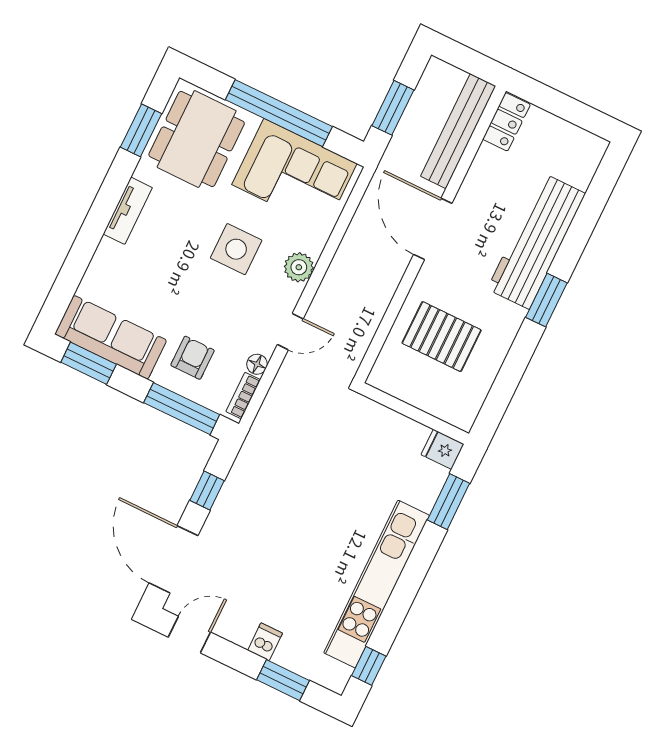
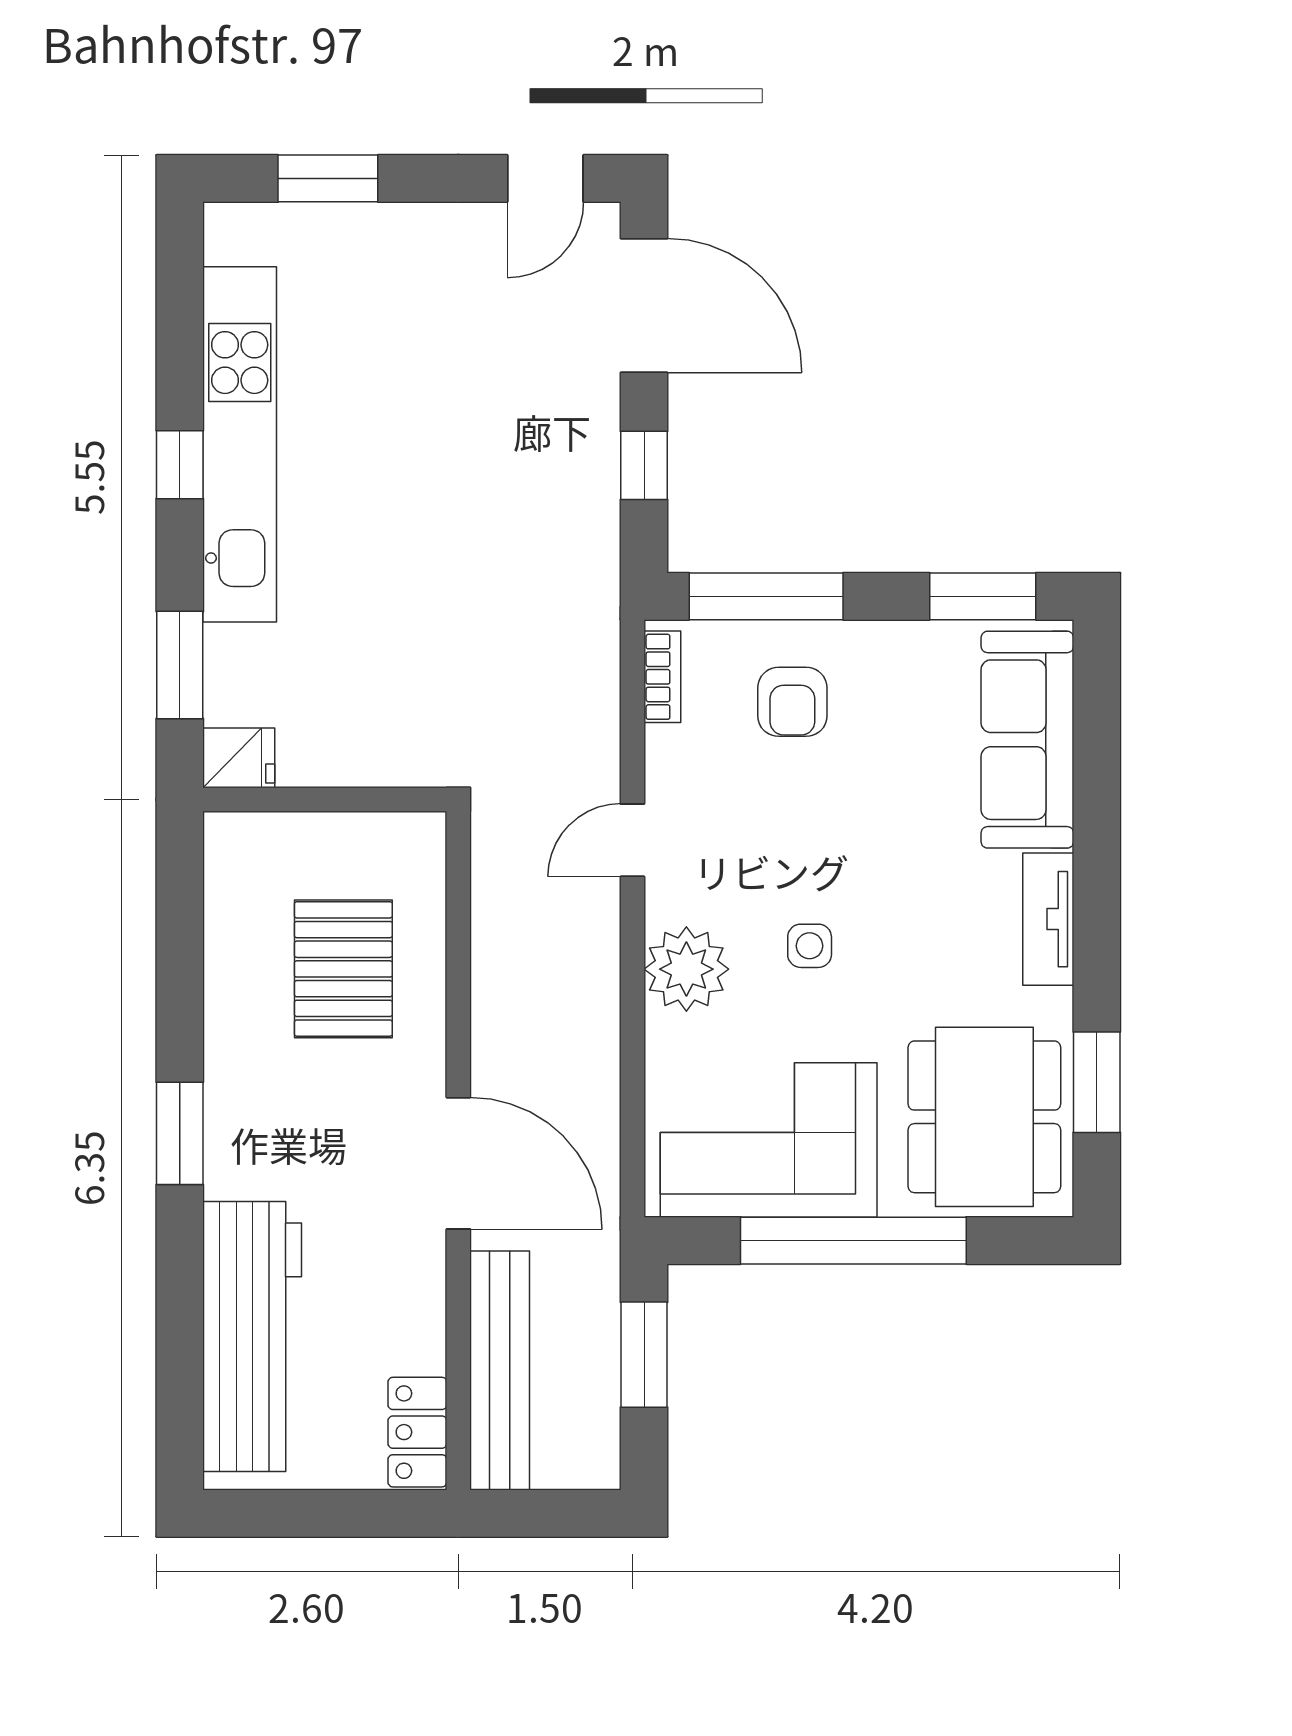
workbench: (536, 241) -> (252, 1336), moved
side table: (236, 249) -> (810, 946), width x0.54, depth x0.54
plant: (299, 267) -> (686, 969), width x1.36, depth x1.36
sofa: (111, 337) -> (1027, 740), moved, turned 90
pallet: (442, 337) -> (343, 969), turned 90
floor lamp: (257, 364) -> (665, 748), removed
dishwasher: (265, 642) -> (397, 234), removed
window: (369, 666) -> (180, 465), moved

